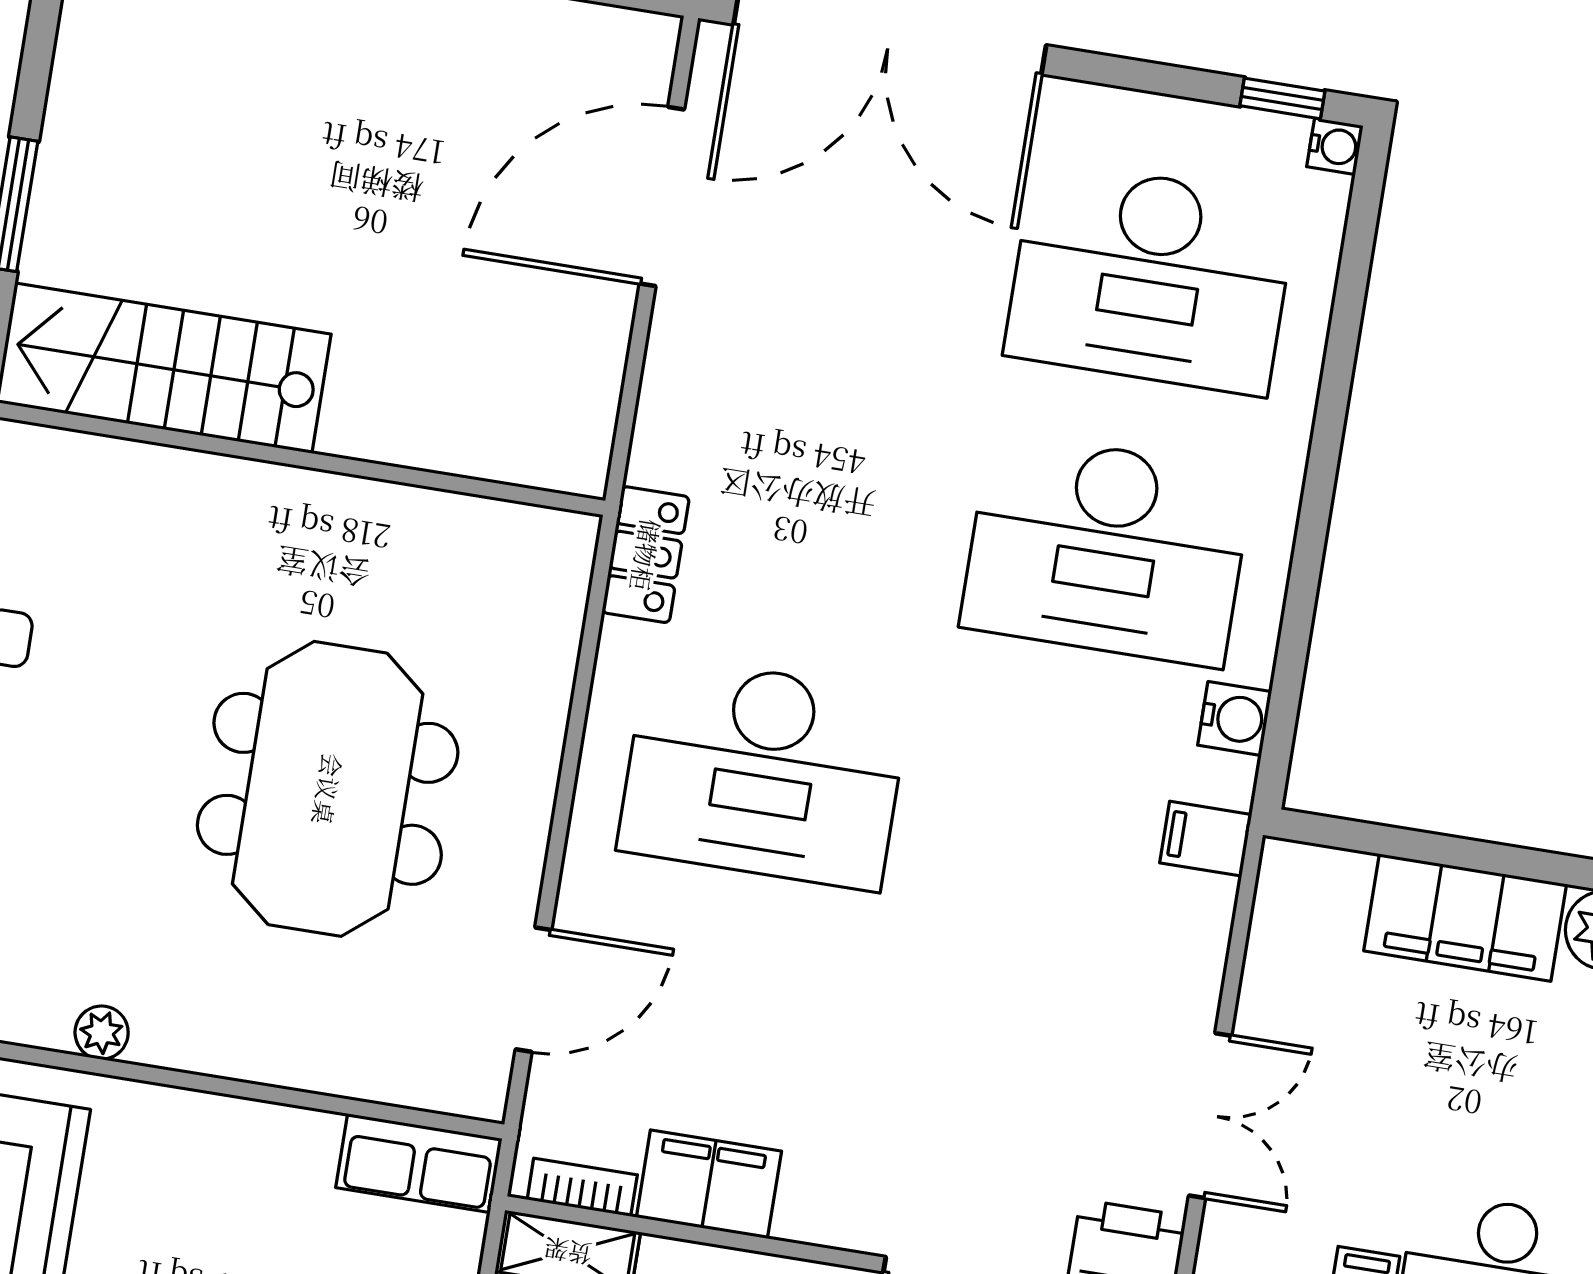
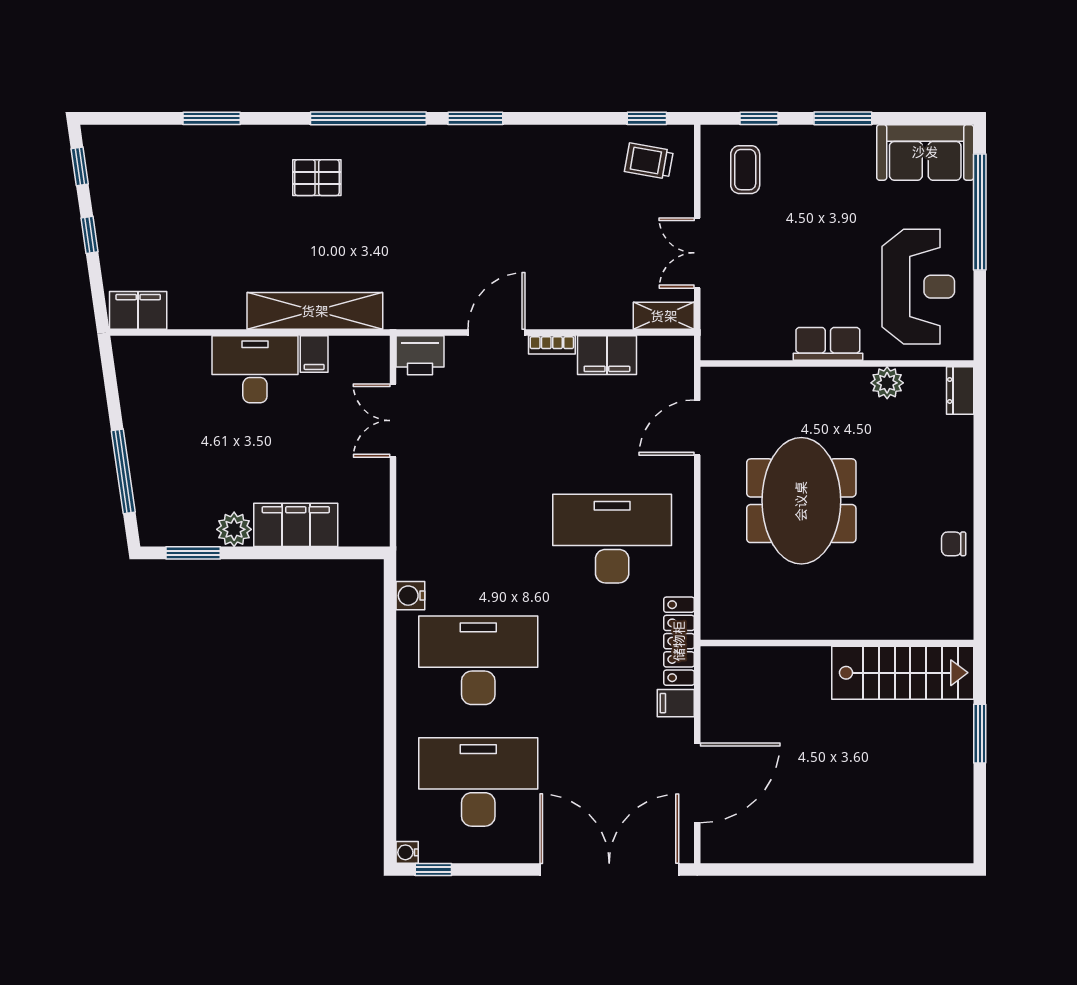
locker: (646, 555) -> (679, 641), width x1.53
filing cabinet: (1206, 839) -> (676, 703), moved, turned 180
plant: (102, 1033) -> (887, 383), width x1.38, depth x1.38
row of seats: (419, 1163) -> (828, 344), moved
bookcase: (582, 1187) -> (552, 345), moved

